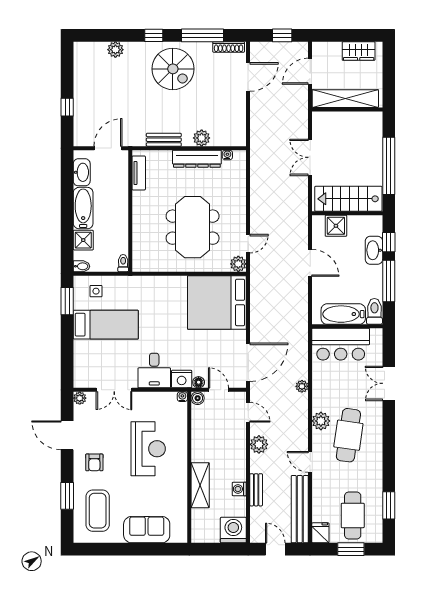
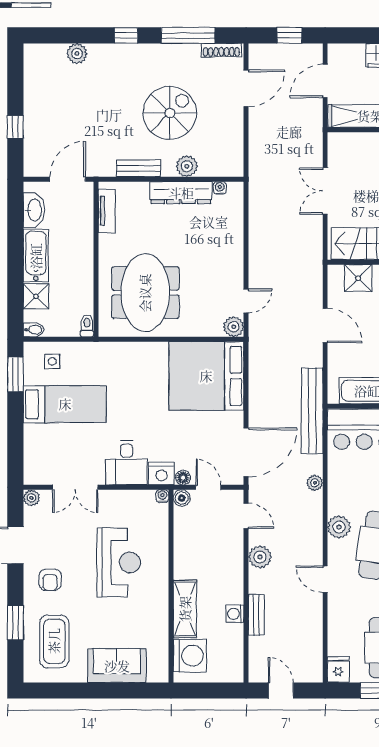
spiral stairs: (173, 69) -> (170, 113), moved, turned -90
meeting table: (193, 227) -> (145, 293), moved
bench: (300, 509) -> (312, 411), moved
washing machine: (233, 530) -> (190, 656), moved, turned 90

